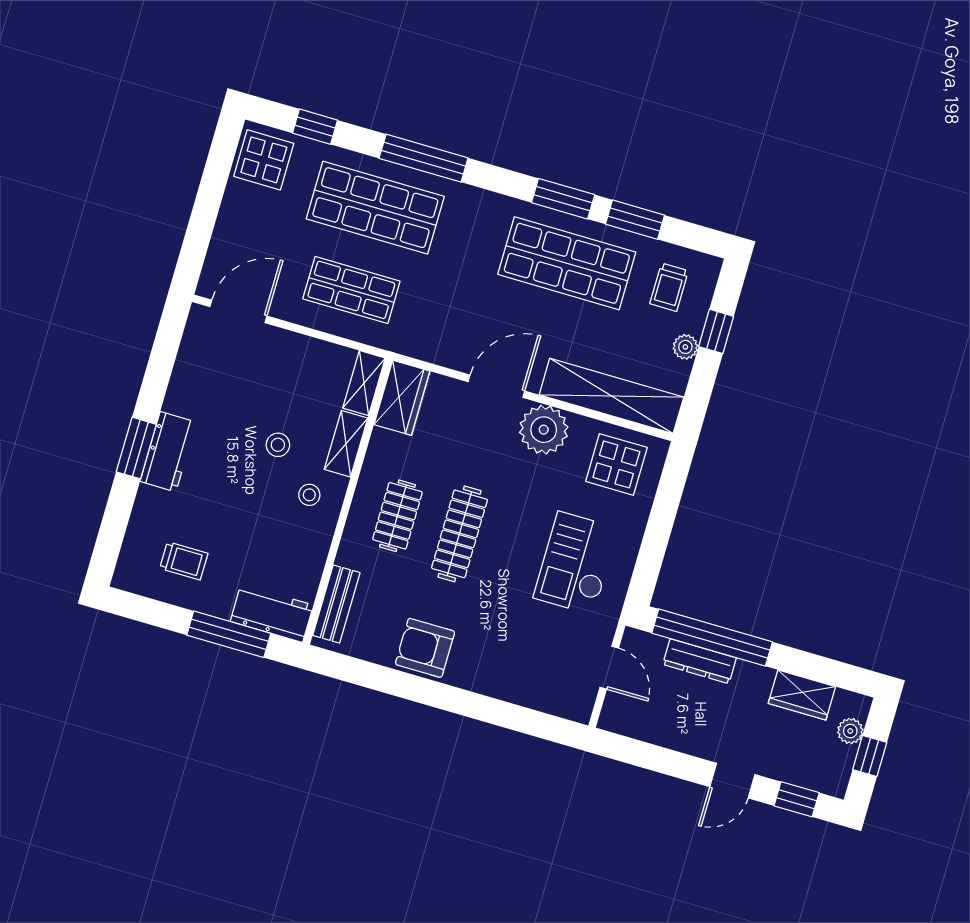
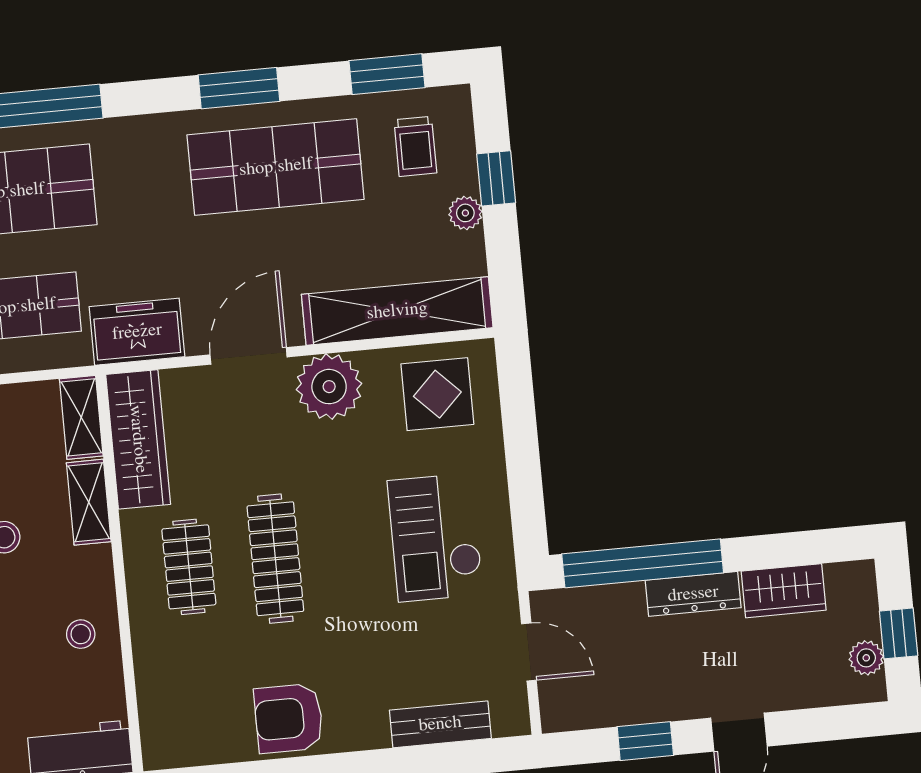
window: (635, 220) -> (387, 74), moved
freezer: (426, 339) -> (137, 332), added
wardrobe: (402, 398) -> (138, 439), width x1.50
stool: (309, 495) -> (81, 634), moved
bench: (336, 604) -> (440, 724), moved, turned 90
dresser: (700, 661) -> (693, 594), moved
plant: (850, 731) -> (866, 658), moved
window: (797, 799) -> (645, 741), moved

